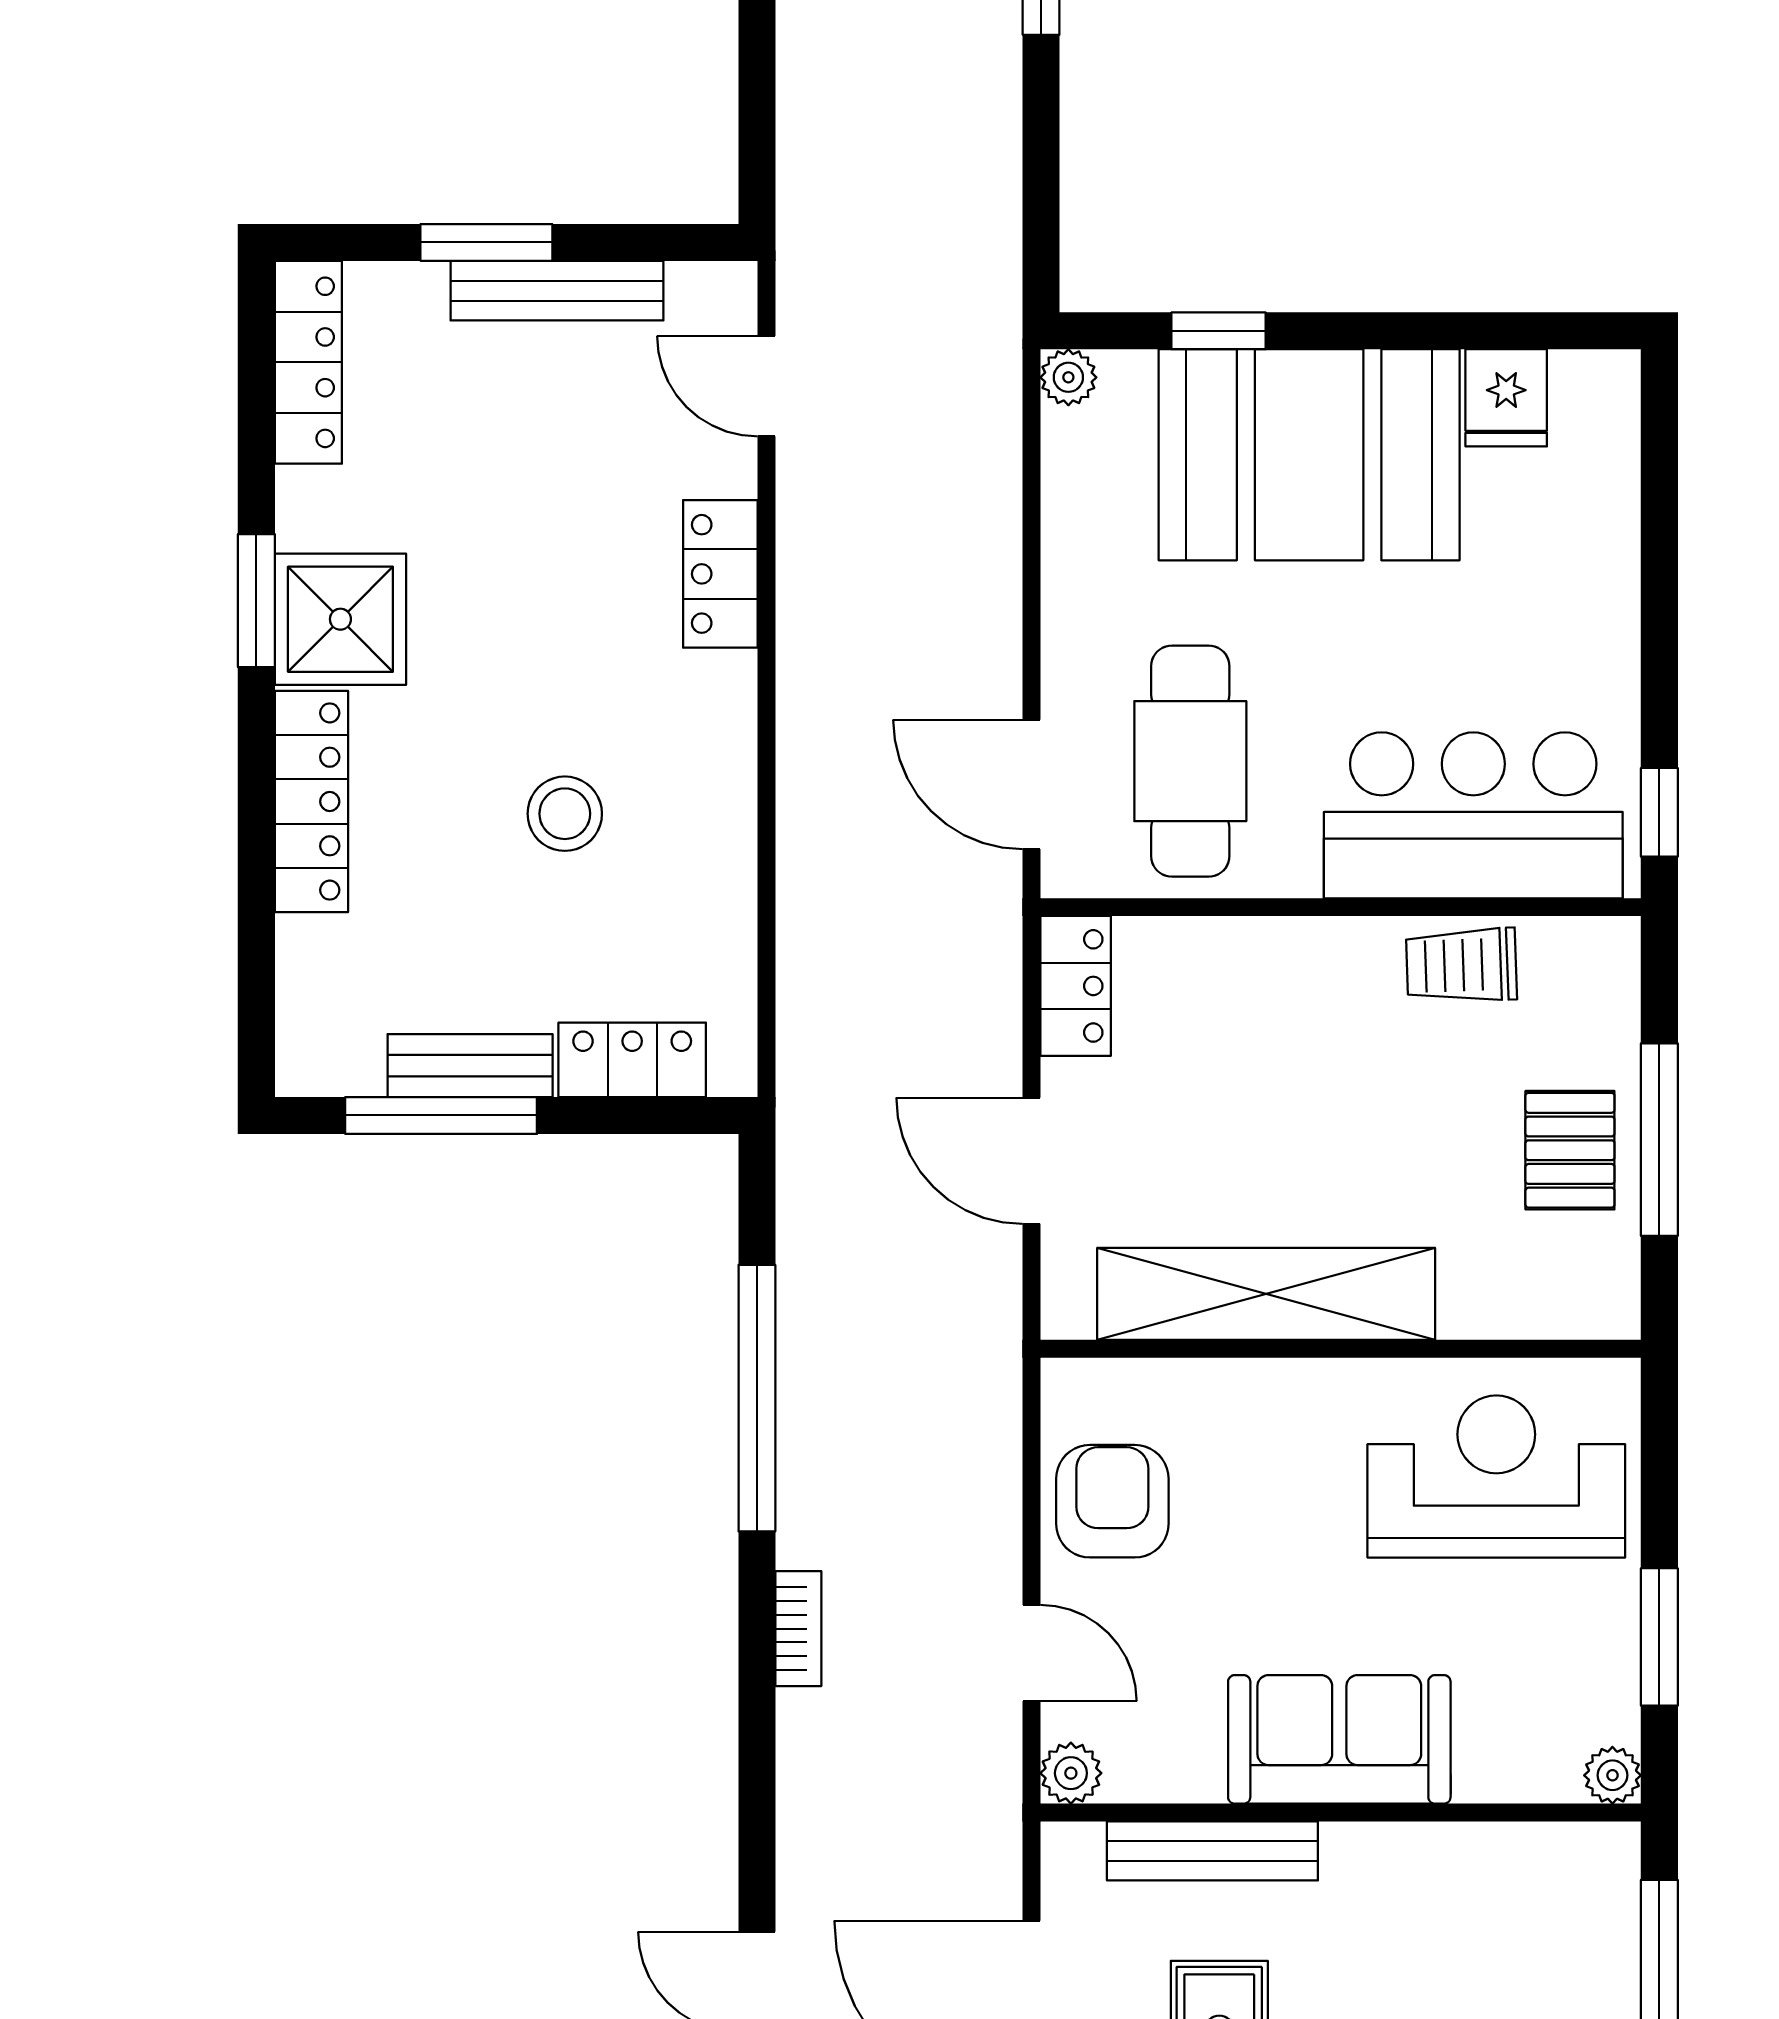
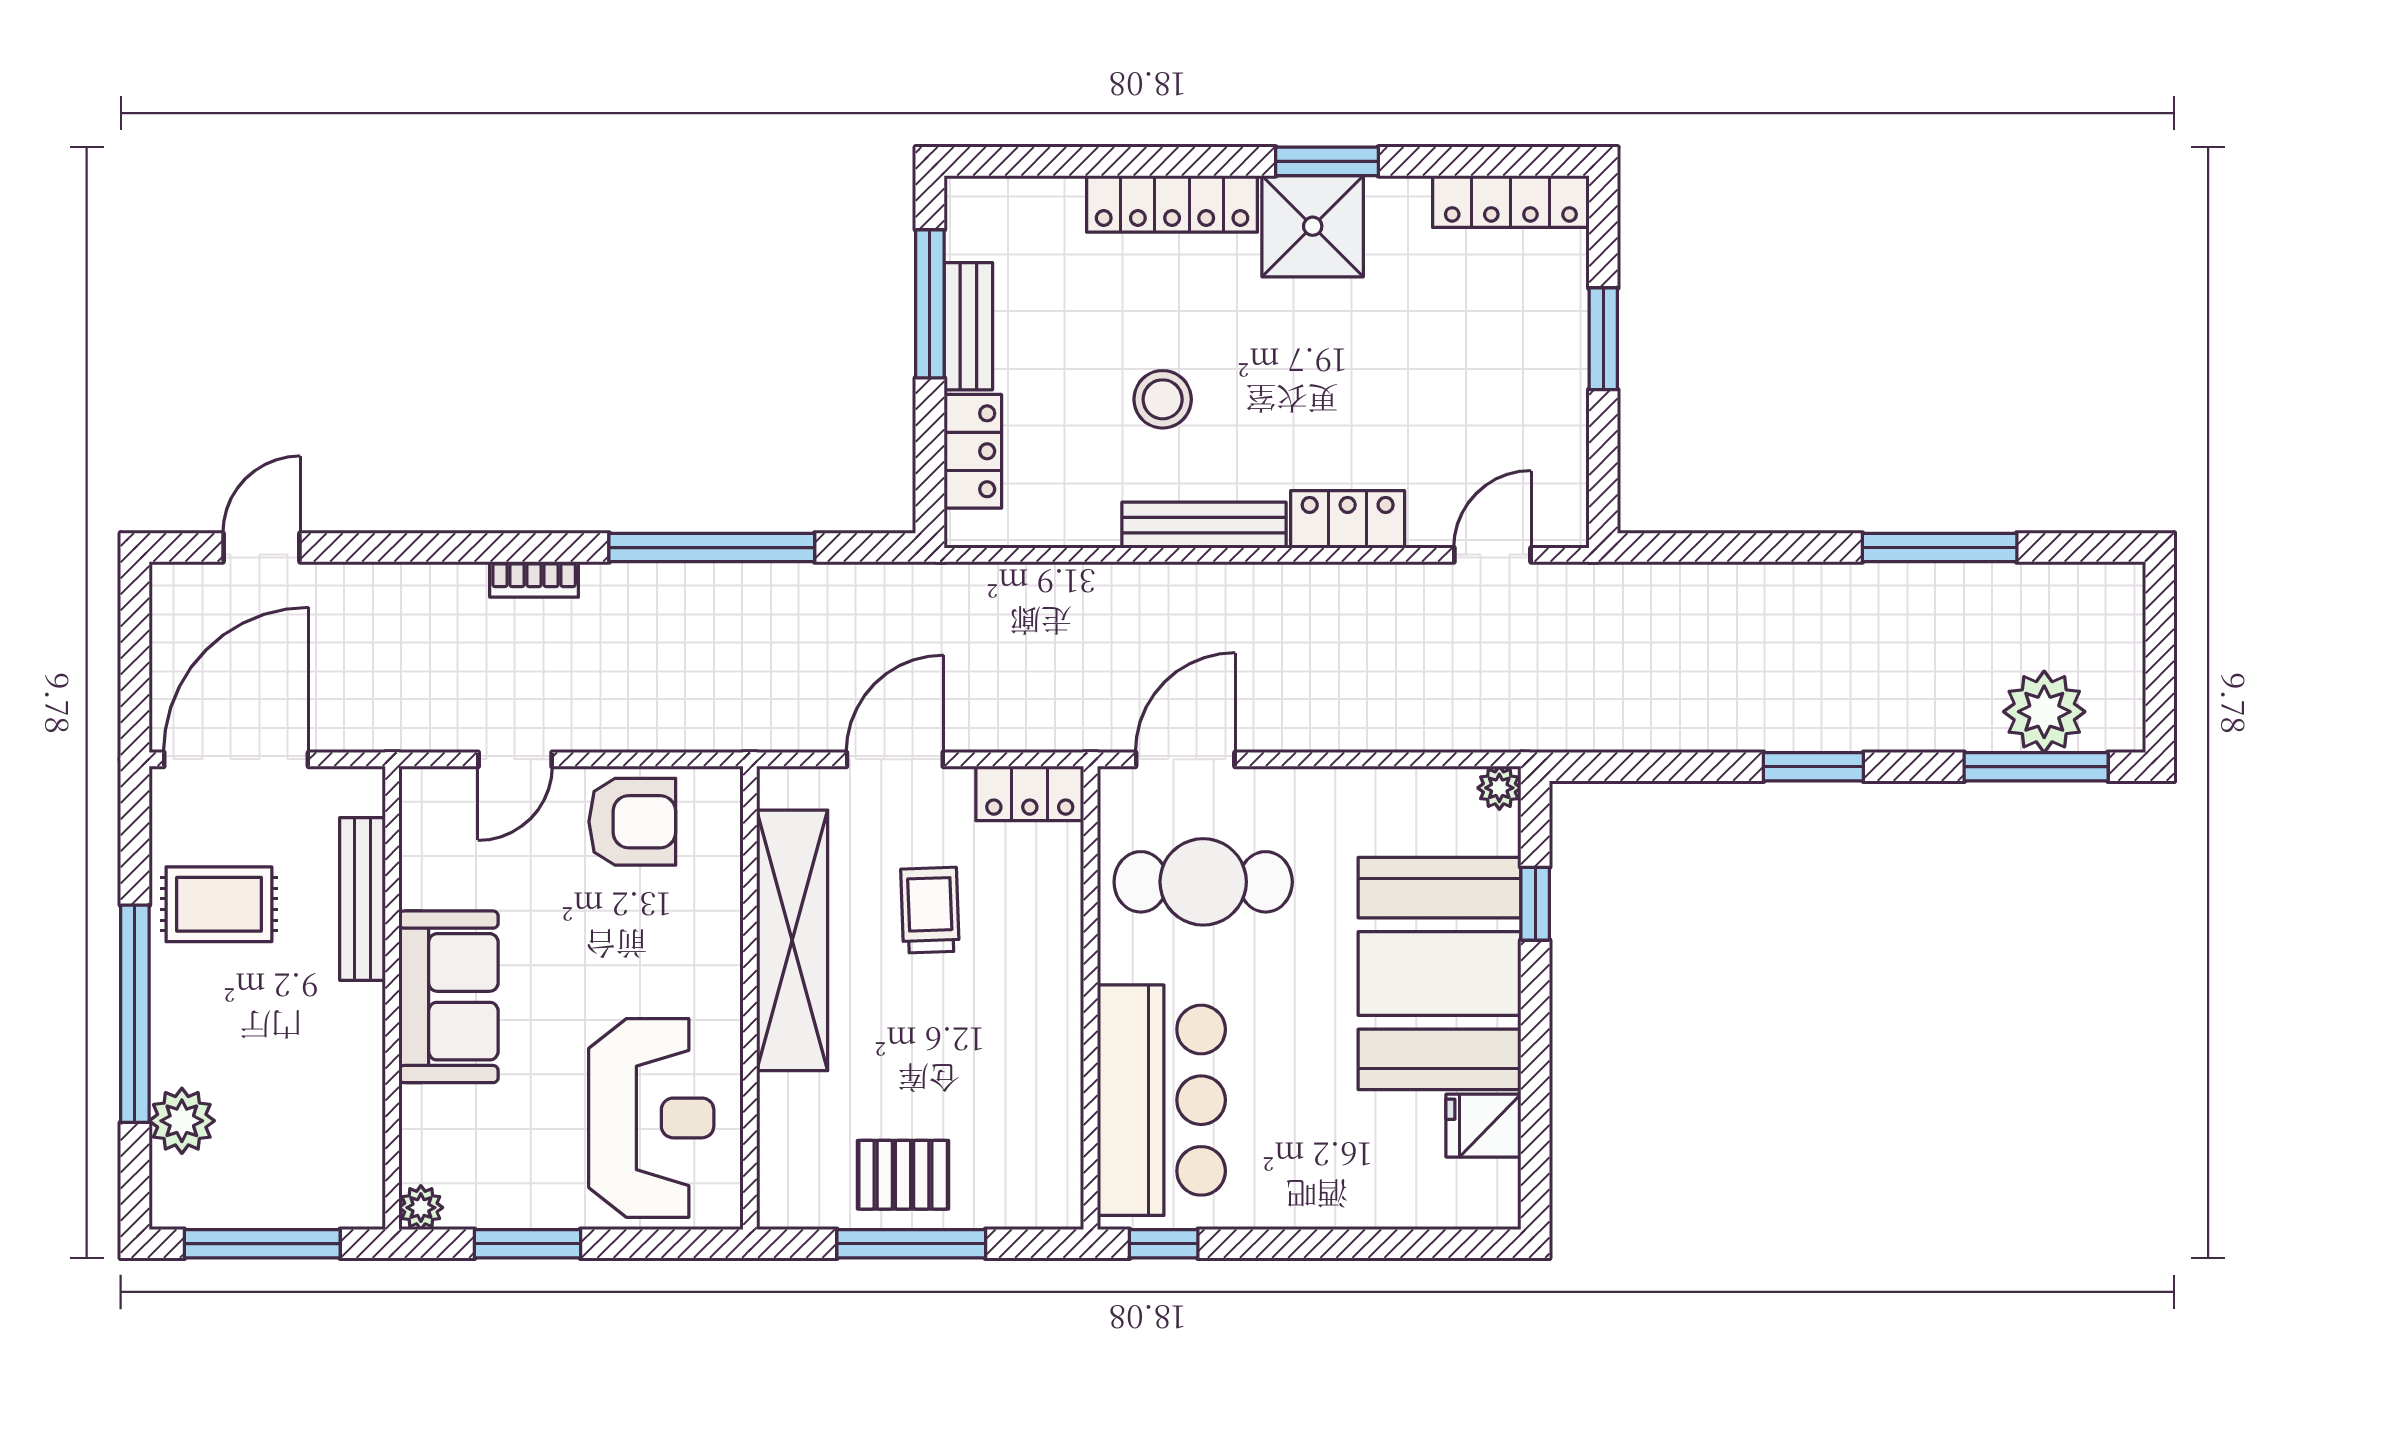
bench: (557, 291) -> (1204, 525), moved, turned 90
trolley: (1461, 965) -> (930, 910), moved
plant: (1071, 1773) -> (422, 790), removed

